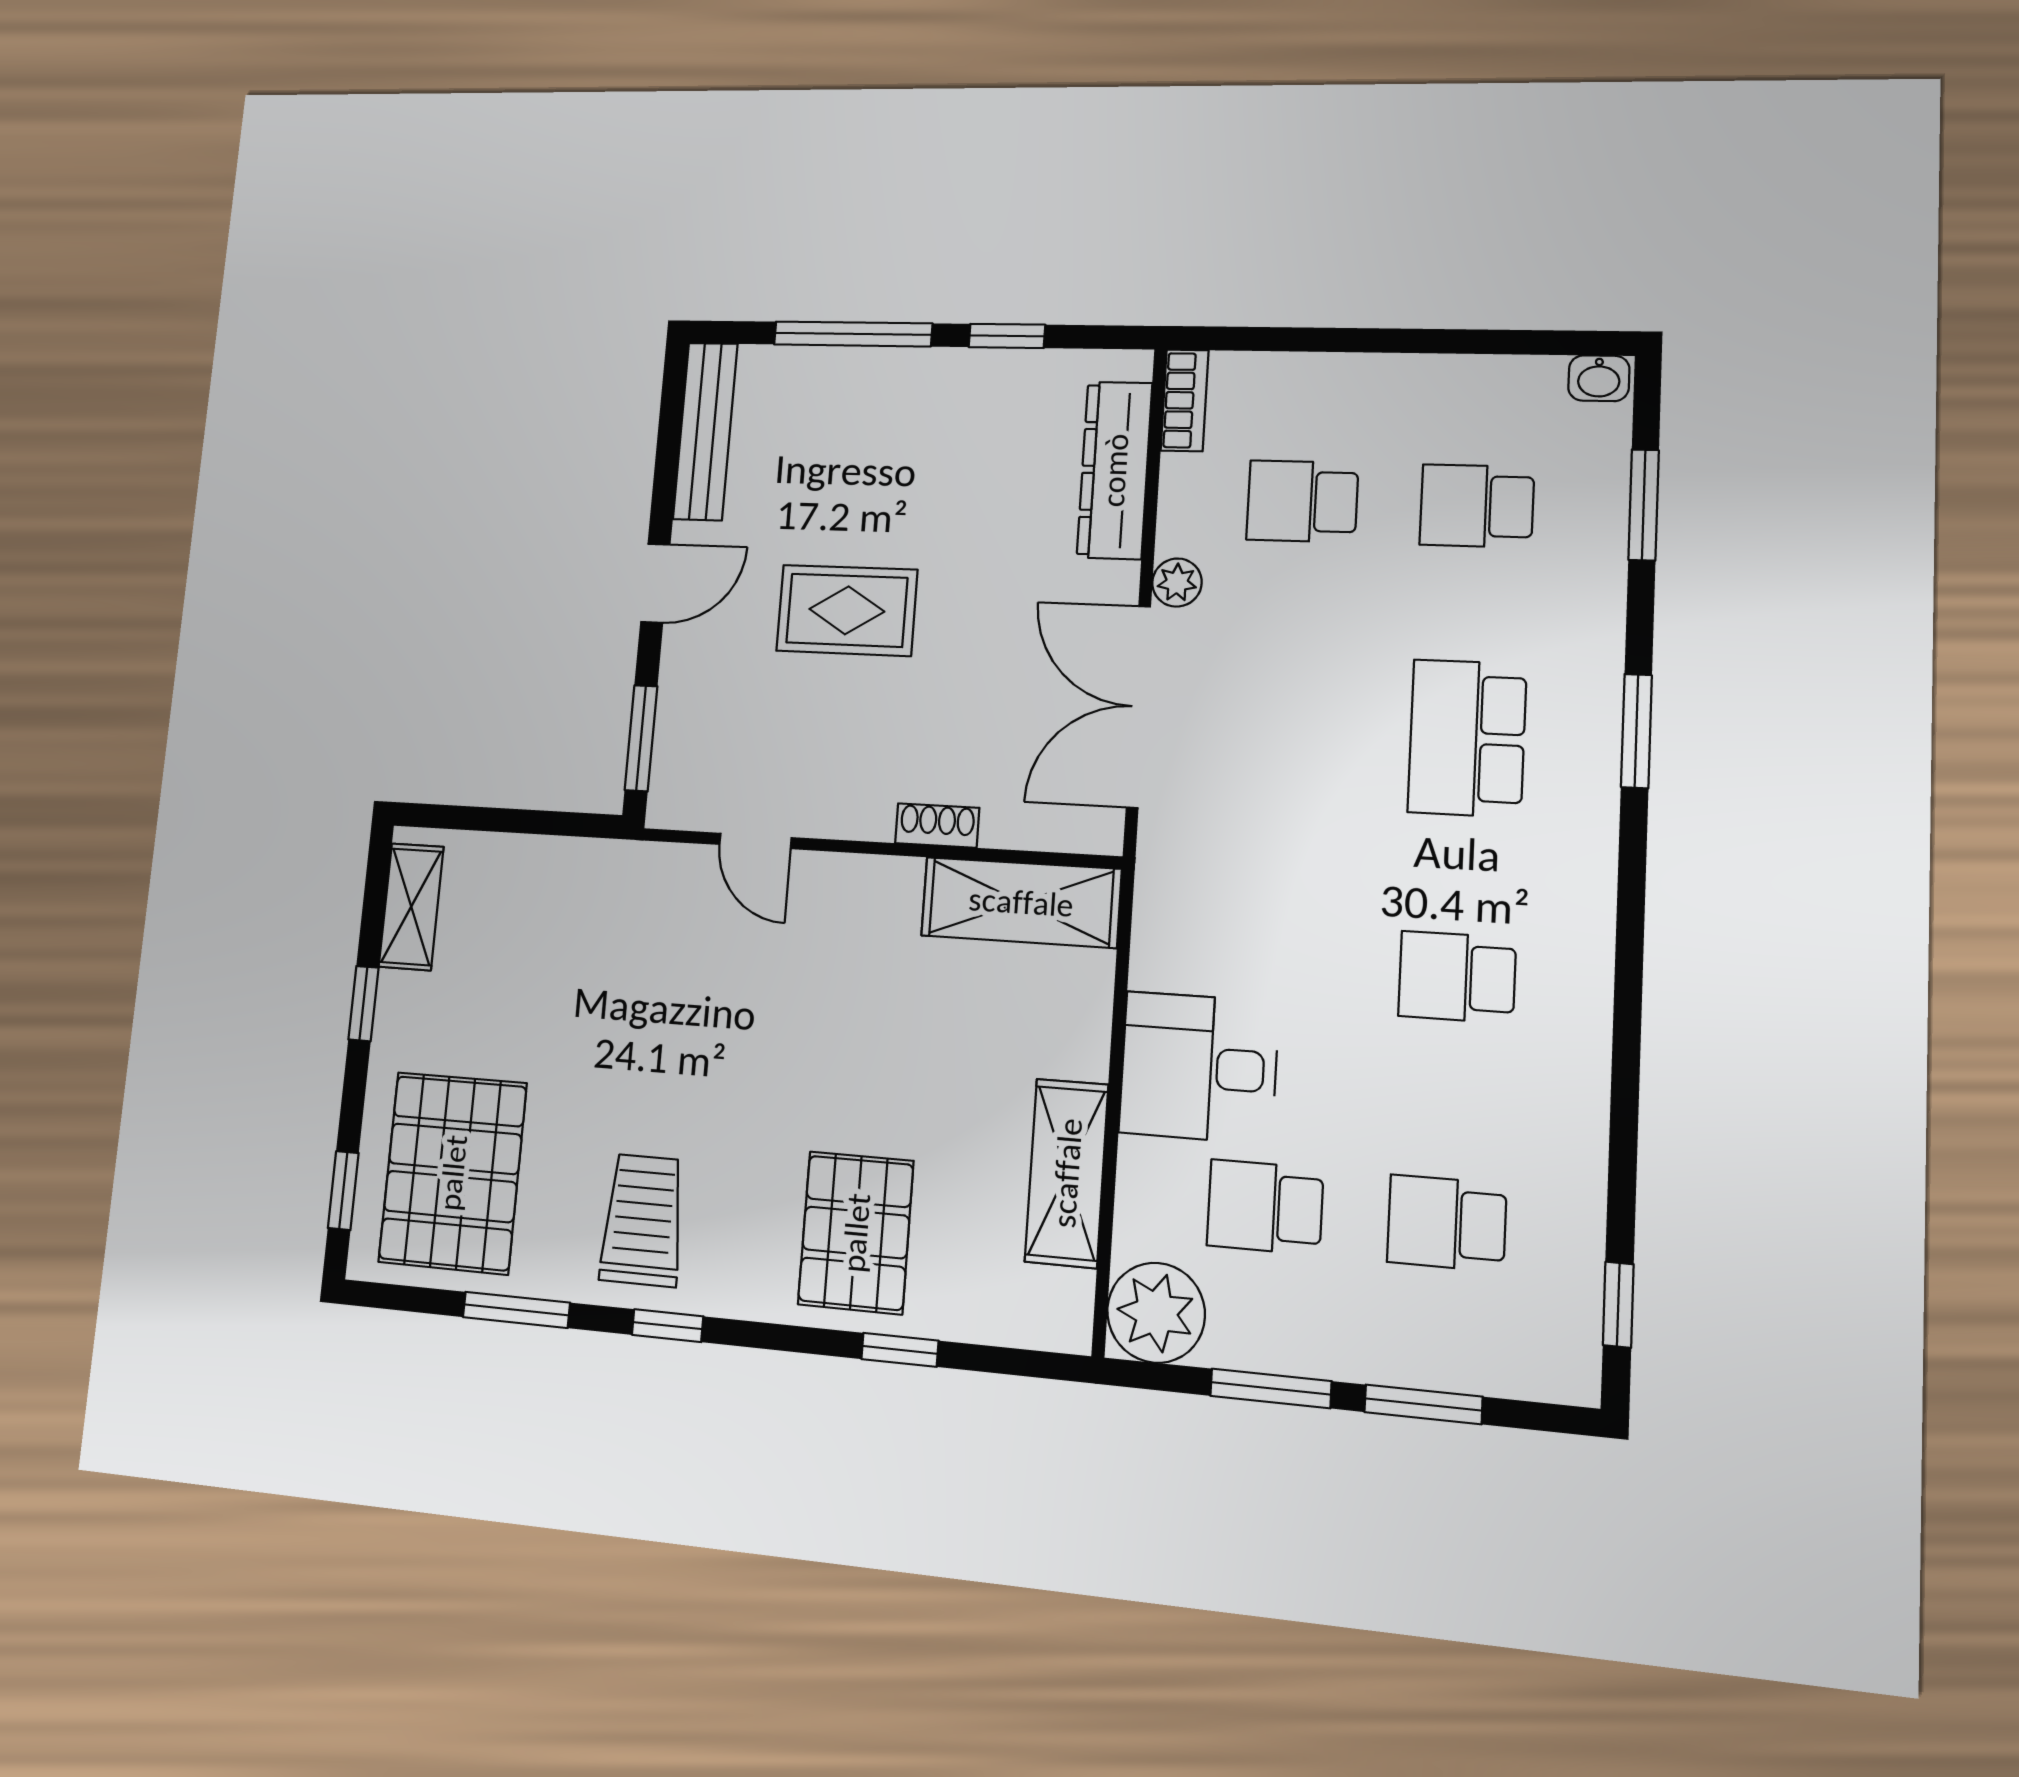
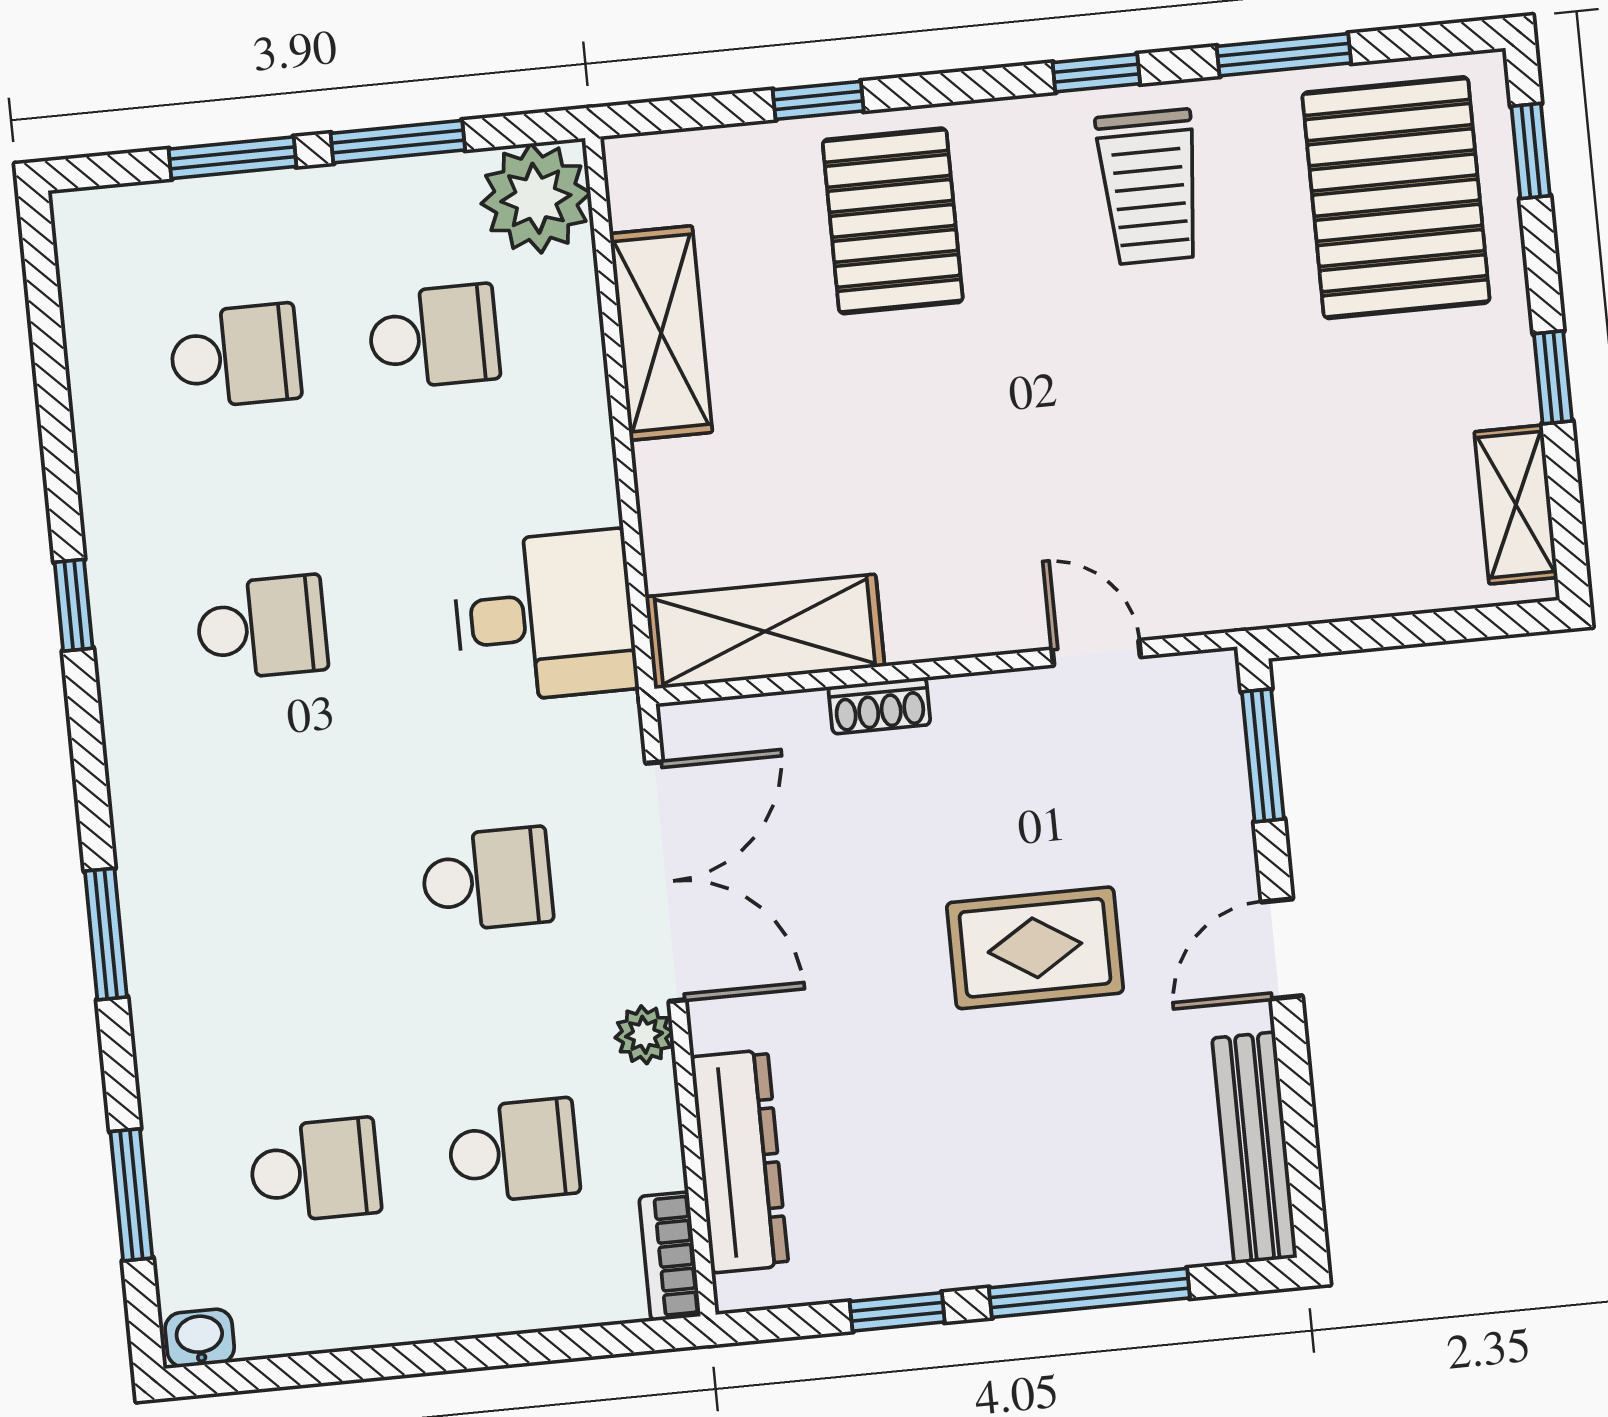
school desk: (1467, 738) -> (487, 879), moved, width x0.54
desk: (1199, 1067) -> (545, 617), moved
window: (1618, 1305) -> (74, 605), moved

